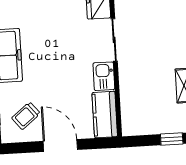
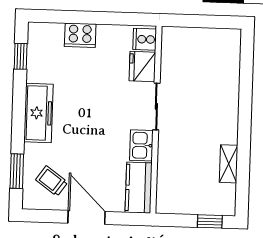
trolley: (26, 116) -> (52, 181), turned 75

